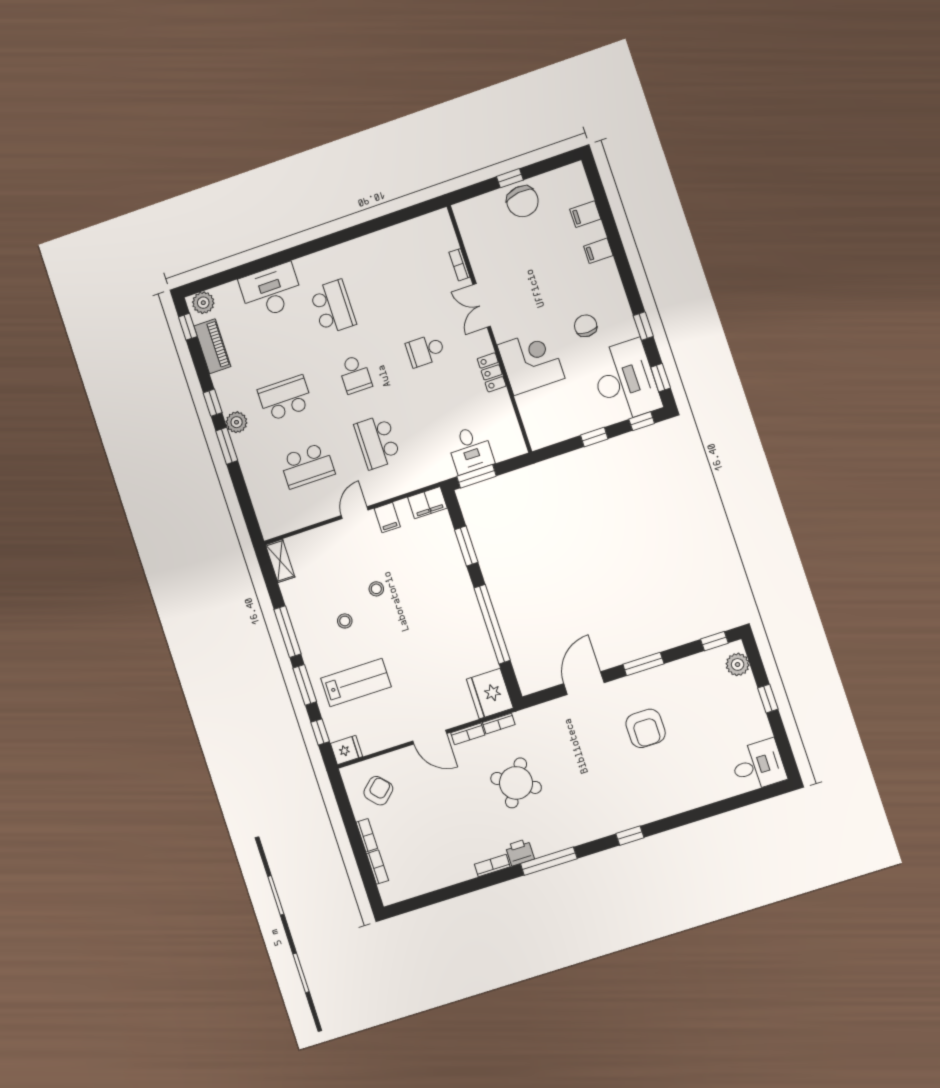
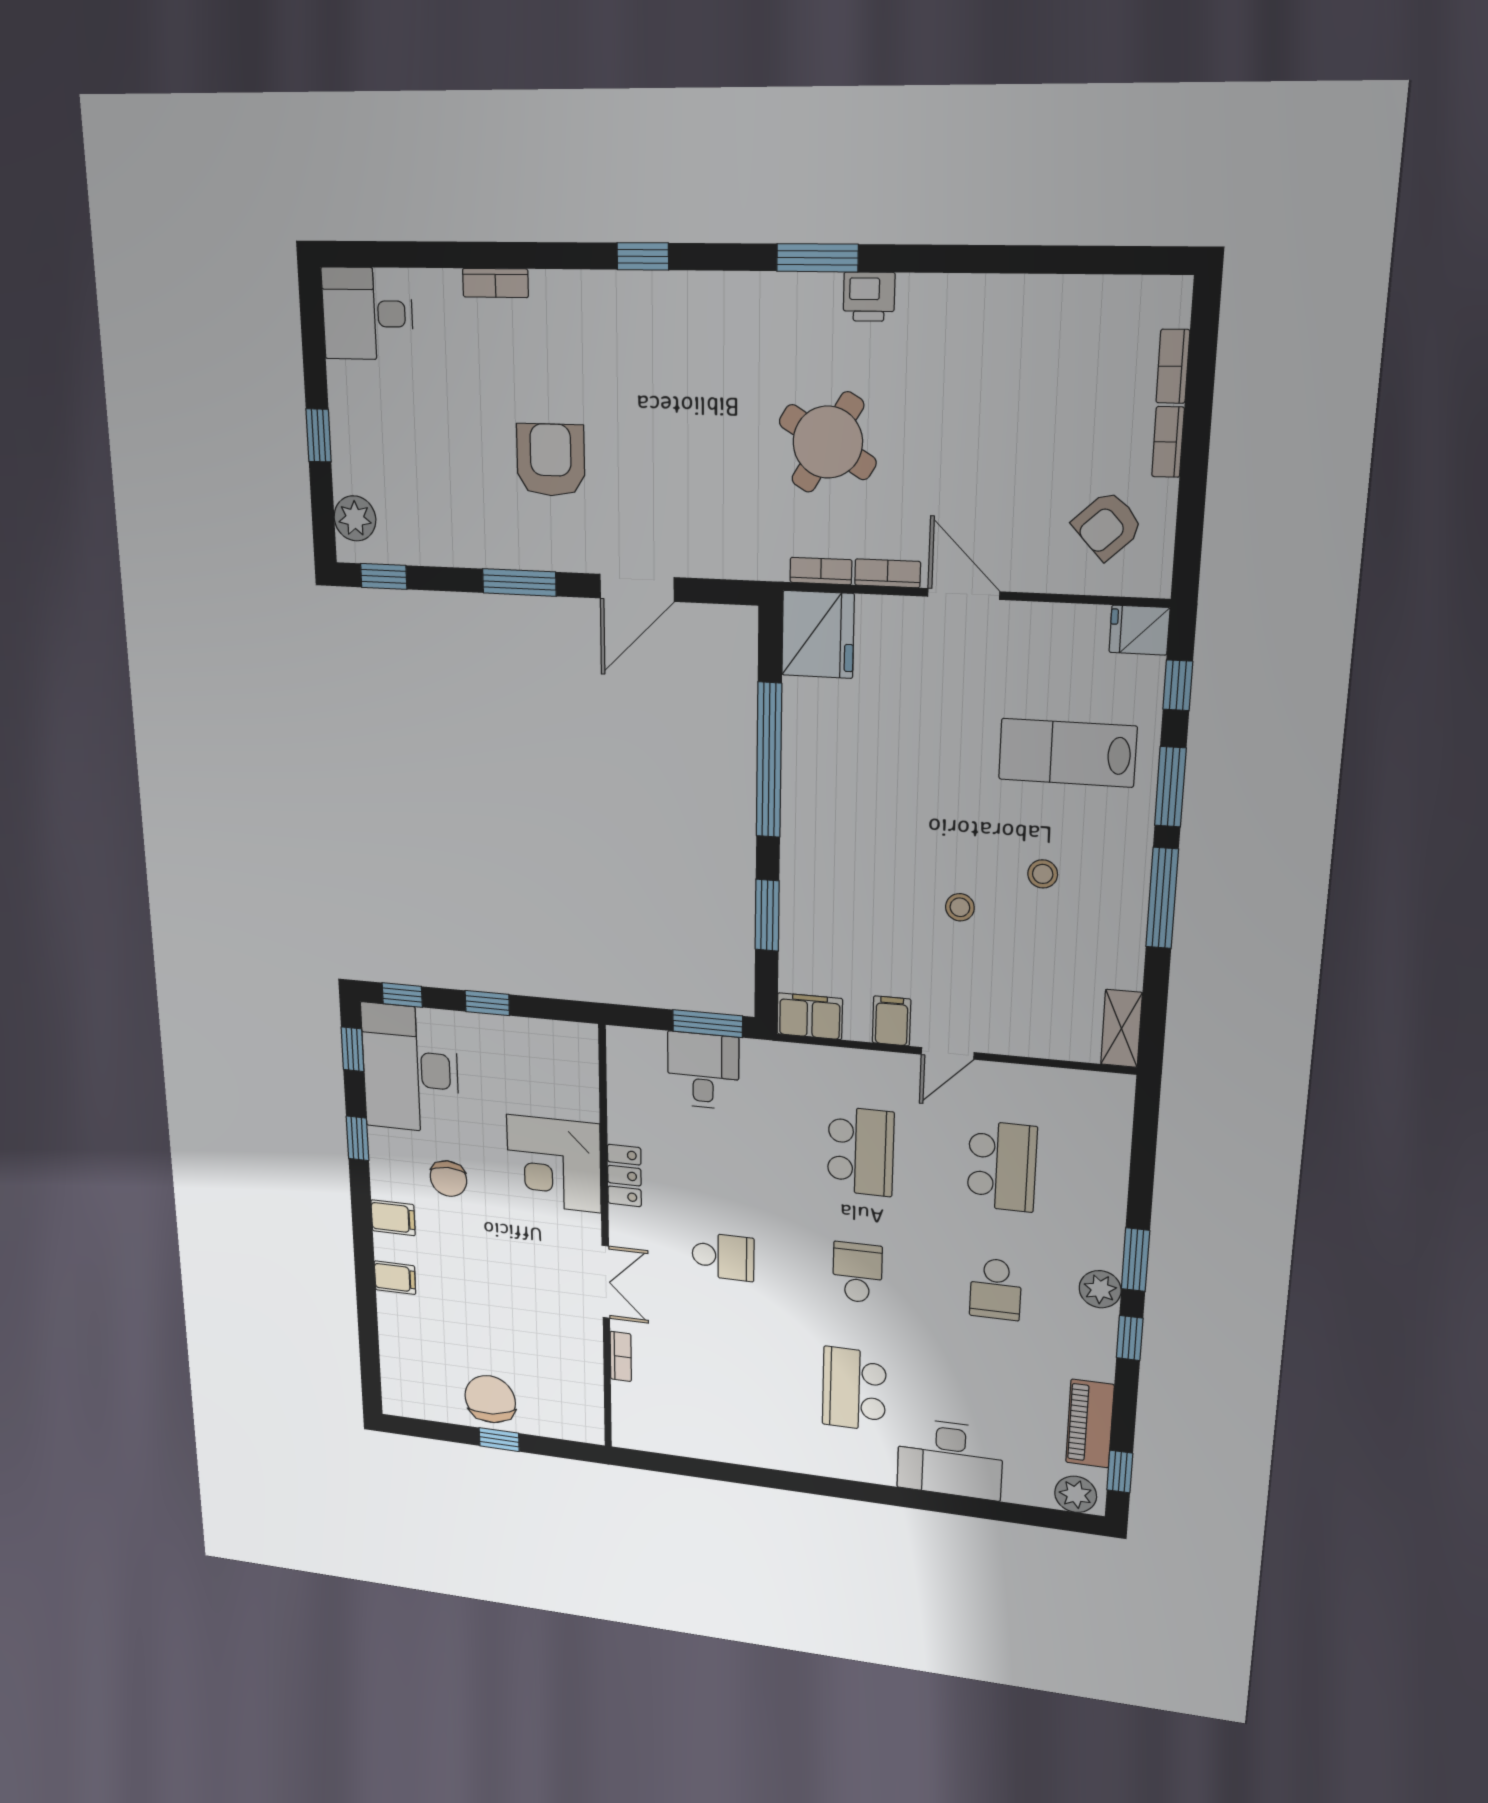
filing cabinet: (585, 214) -> (393, 1218), moved
school desk: (285, 398) -> (996, 1289), width x0.54
school desk: (307, 466) -> (1002, 1166), turned 90
window: (549, 861) -> (817, 258), width x0.69
bookcase: (492, 865) -> (495, 283), moved

